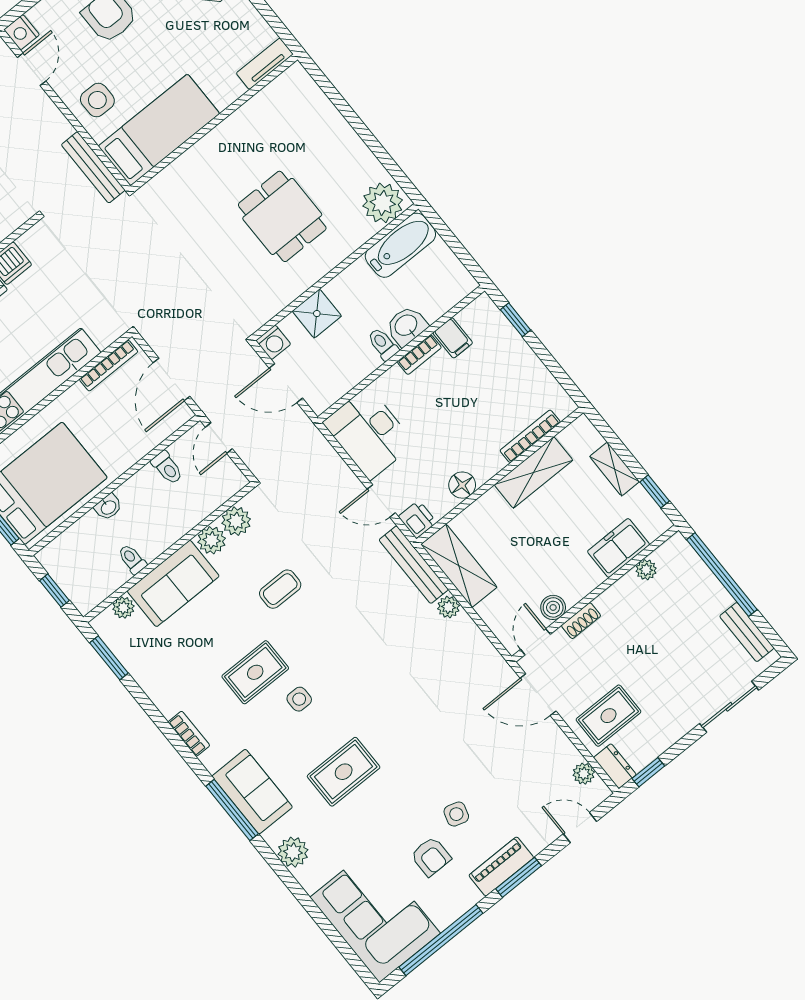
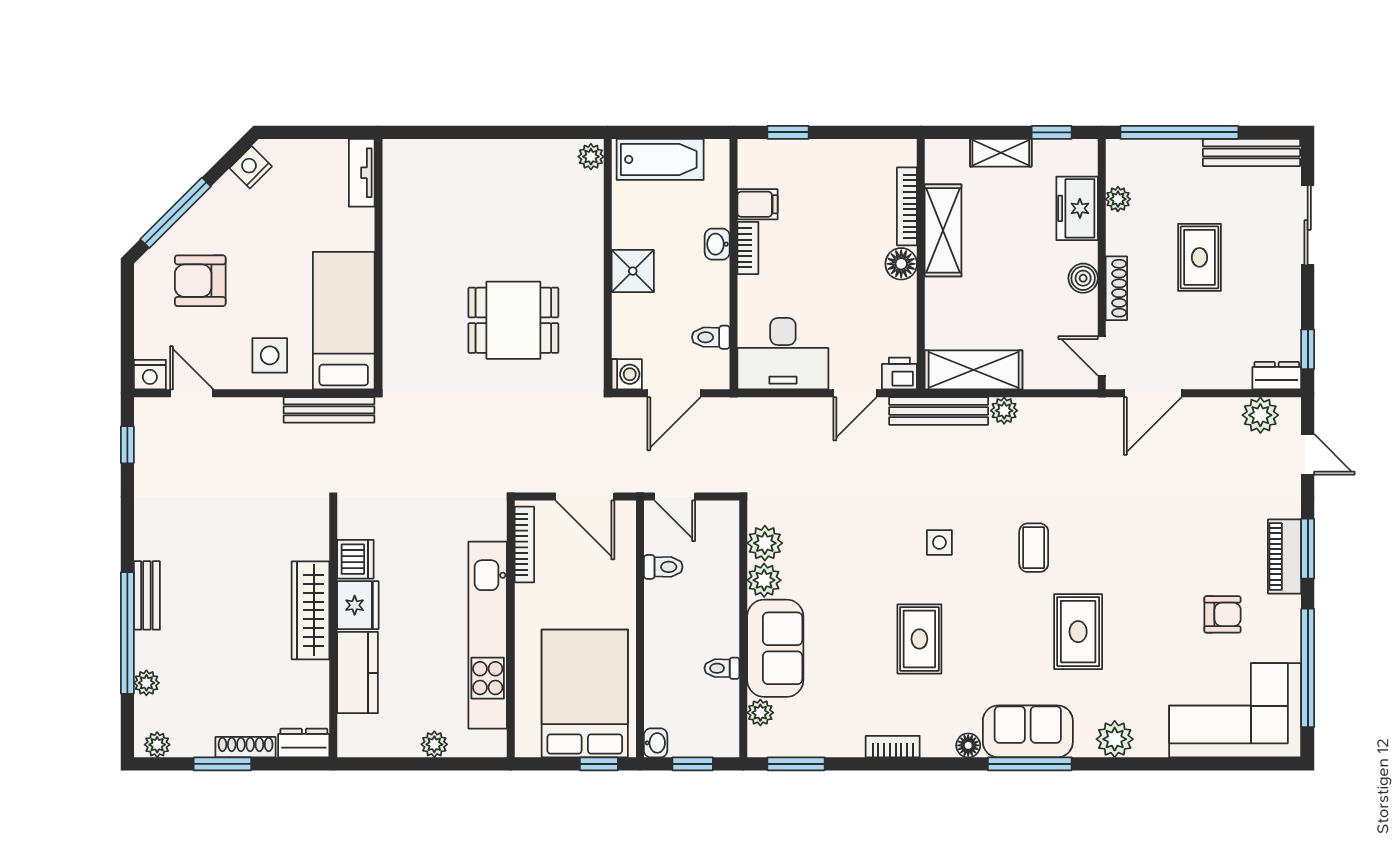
plant: (383, 203) -> (591, 157), width x0.53, depth x0.53
dining table: (282, 216) -> (513, 320), moved
bathtub: (400, 245) -> (660, 159), moved, turned 90
shower: (317, 314) -> (633, 271), moved
washbasin: (406, 326) -> (717, 244), width x0.72, depth x0.69
toilet: (383, 344) -> (711, 337), moved
floor lamp: (462, 485) -> (901, 264), moved
washbasin: (108, 507) -> (656, 743), moved
coffee table: (280, 589) -> (1034, 548), moved
boiler: (553, 607) -> (1083, 278), moved
shoe rack: (581, 621) -> (1116, 288), width x1.43
bench: (747, 632) -> (1252, 152), width x1.36
side table: (299, 699) -> (939, 542), moved
rug: (608, 716) -> (1200, 257), moved
bookcase: (189, 734) -> (893, 747), moved
floor lamp: (212, 760) -> (968, 745), added
plant: (584, 774) -> (1260, 415), width x1.38, depth x1.38
side table: (456, 814) -> (1202, 559), removed
door: (580, 828) -> (1308, 454), swing flipped

